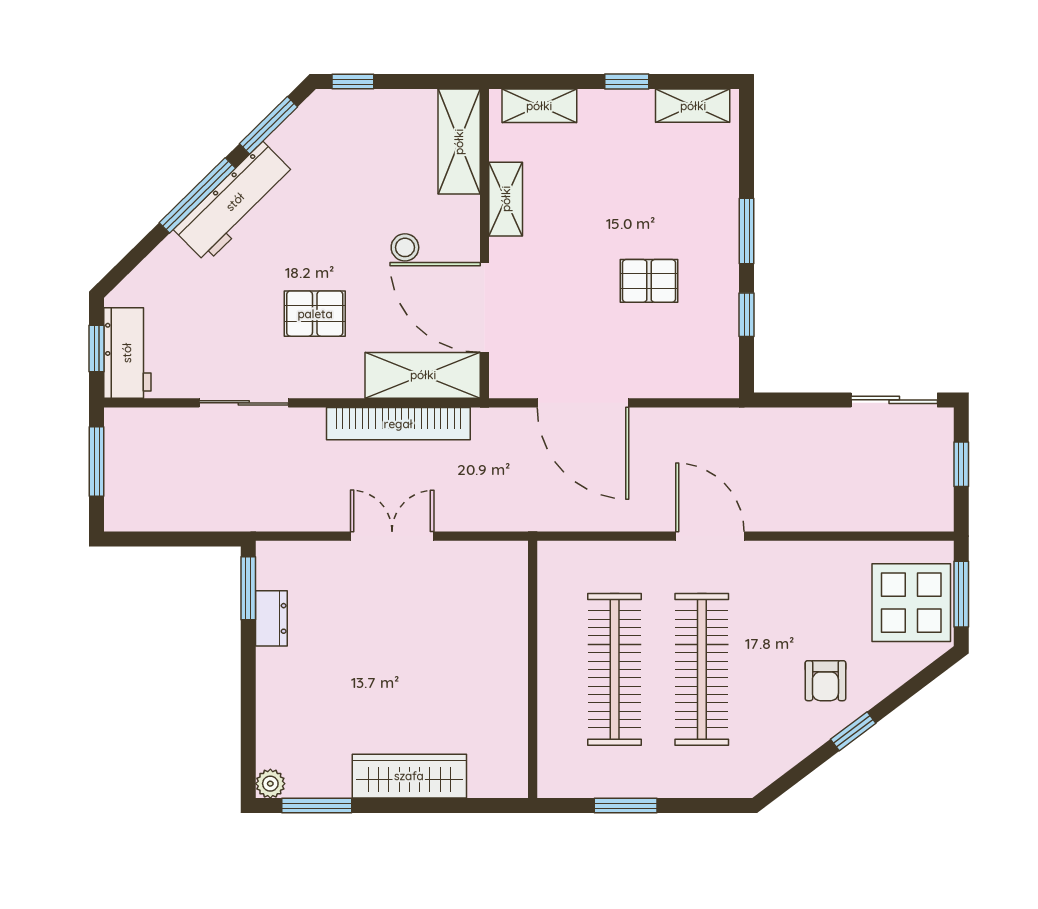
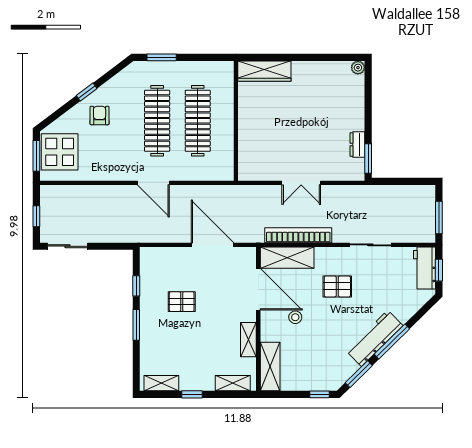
wardrobe: (409, 776) -> (264, 71), moved
window: (317, 806) -> (336, 57), removed
window: (626, 806) -> (162, 57), moved

